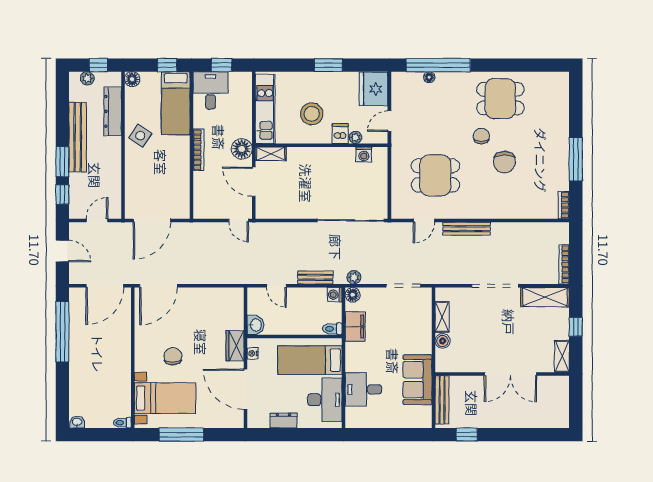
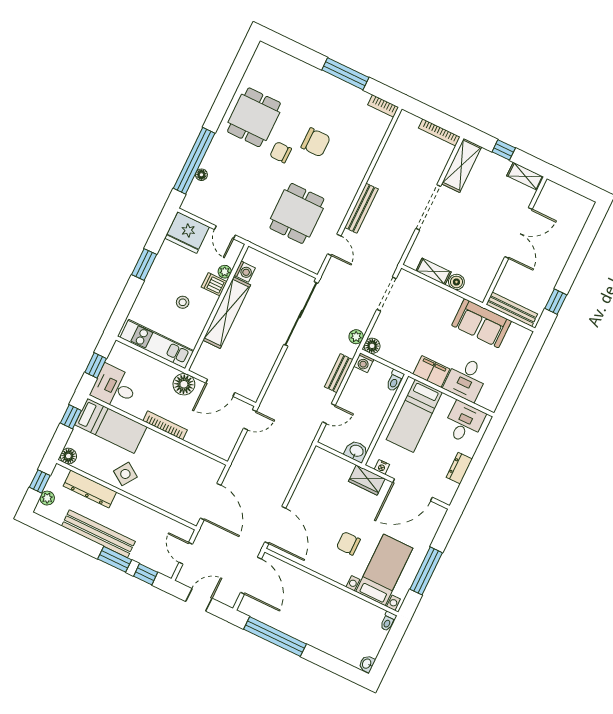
stool: (312, 114) -> (183, 302), width x0.53, depth x0.53
shelving: (271, 154) -> (227, 313), moved, width x2.20, depth x1.33
filing cabinet: (355, 327) -> (431, 371), moved
desk: (325, 400) -> (464, 423), width x0.73

